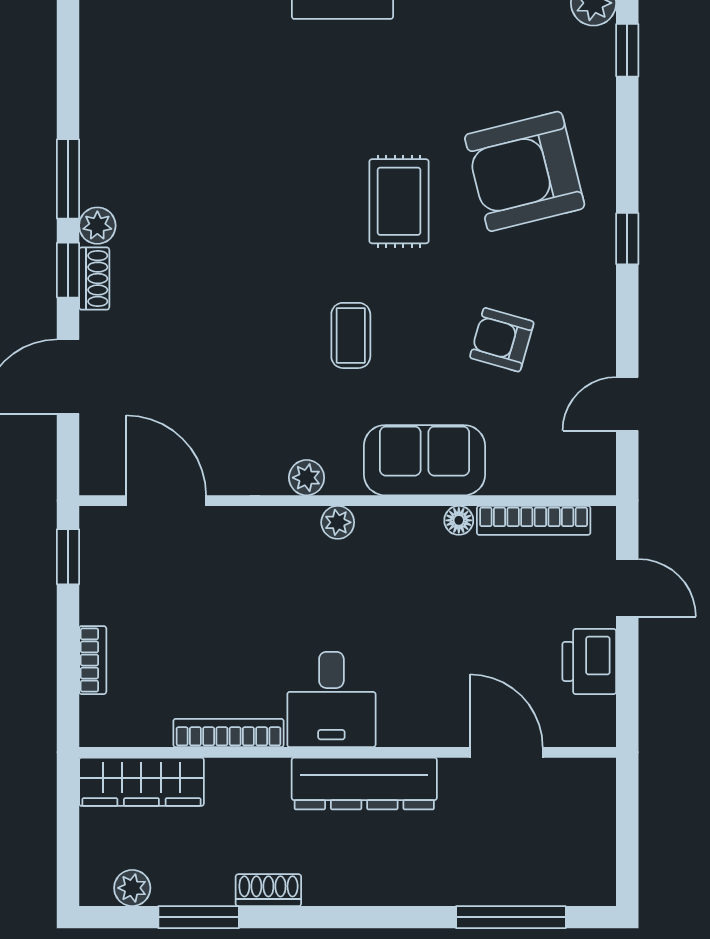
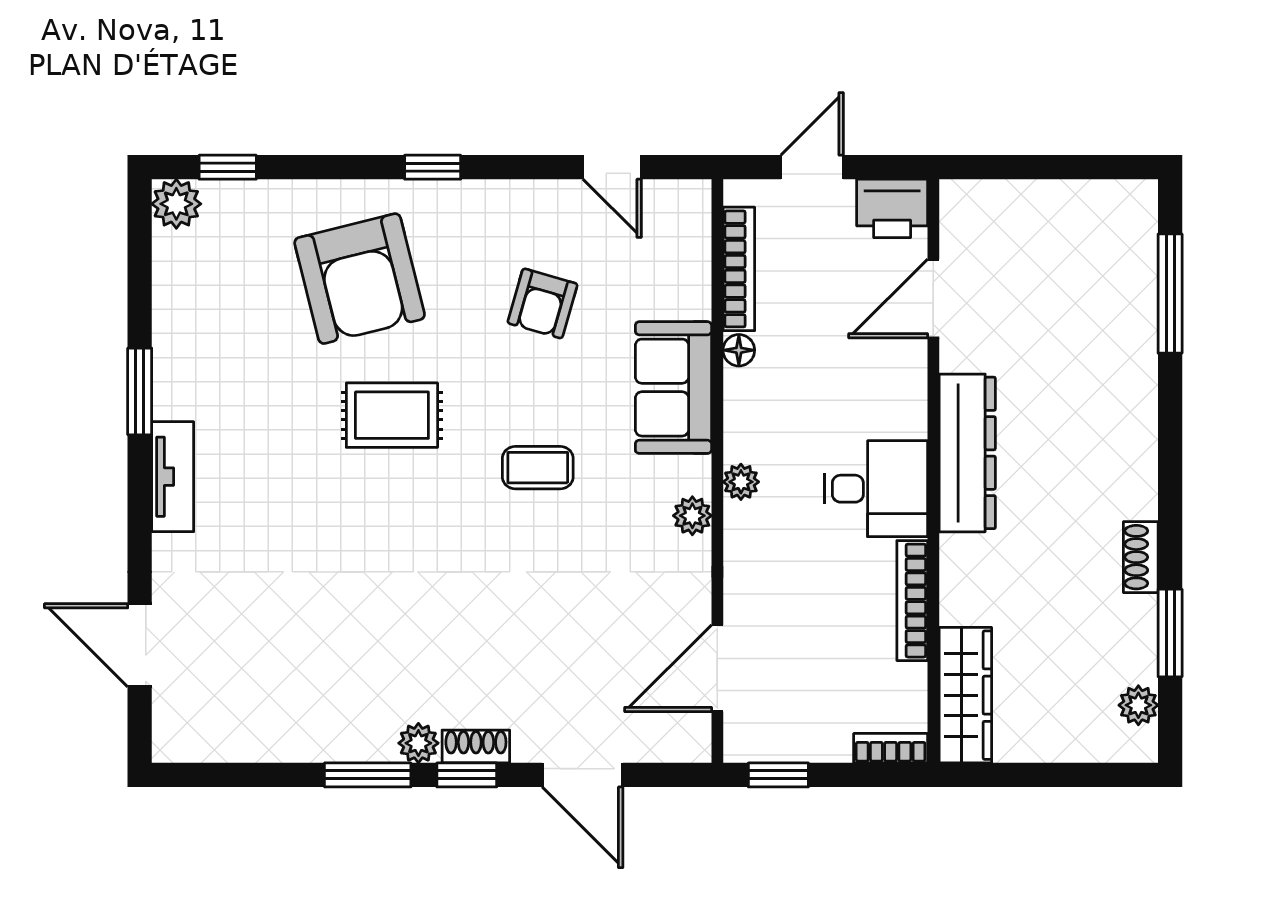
desk: (331, 699) -> (876, 489), moved
bookcase: (228, 733) -> (912, 601), moved
wall: (348, 752) -> (933, 471), moved
door: (506, 752) -> (933, 298), moved
wardrobe: (141, 782) -> (965, 695), moved
dresser: (364, 784) -> (967, 453), moved

